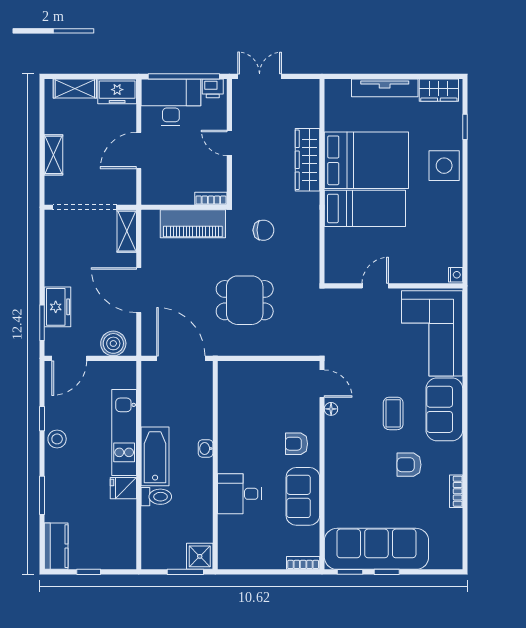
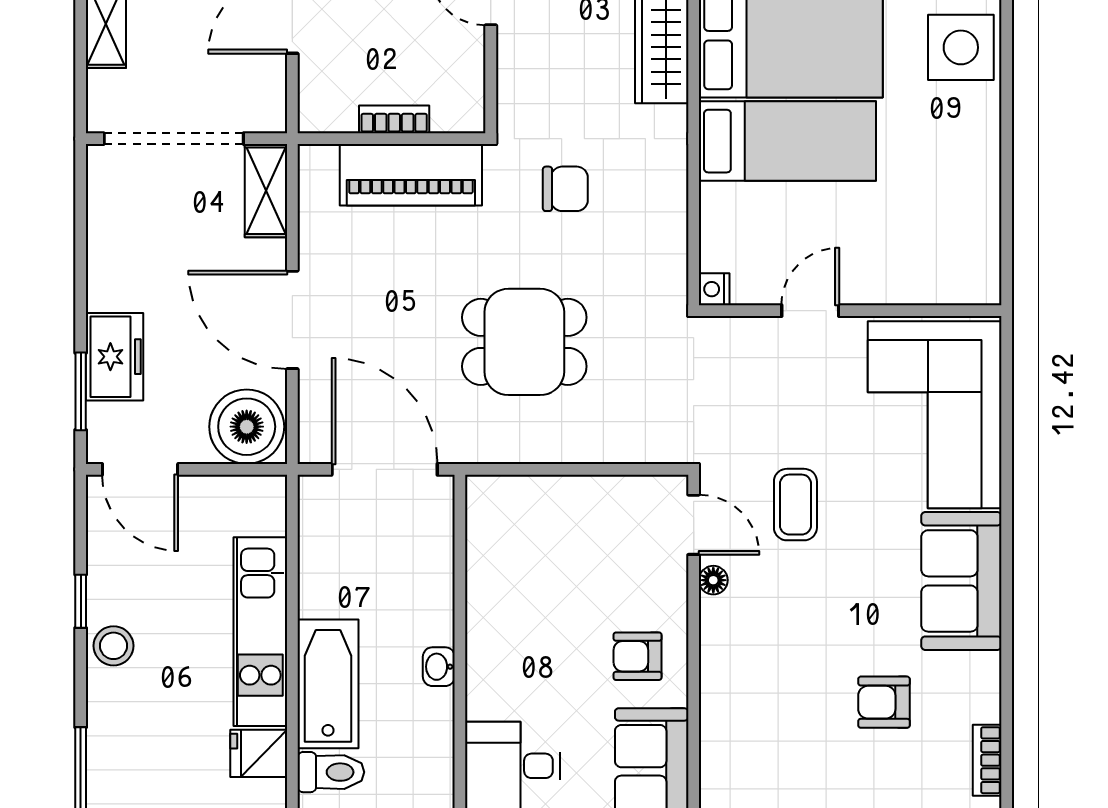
bookcase: (211, 199) -> (394, 119), moved
nightstand: (456, 275) -> (714, 289), moved, turned 180
boiler: (113, 343) -> (247, 427), width x1.37, depth x1.37
door: (69, 358) -> (140, 469), hinge flipped
coffee table: (393, 413) -> (795, 505), moved

